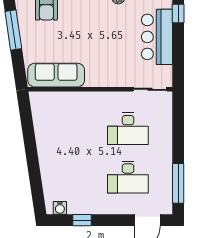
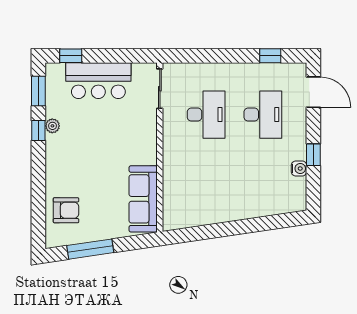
window: (178, 183) -> (270, 56), width x0.46
water cooler: (60, 208) -> (299, 168), moved
window: (82, 220) -> (313, 155), moved

